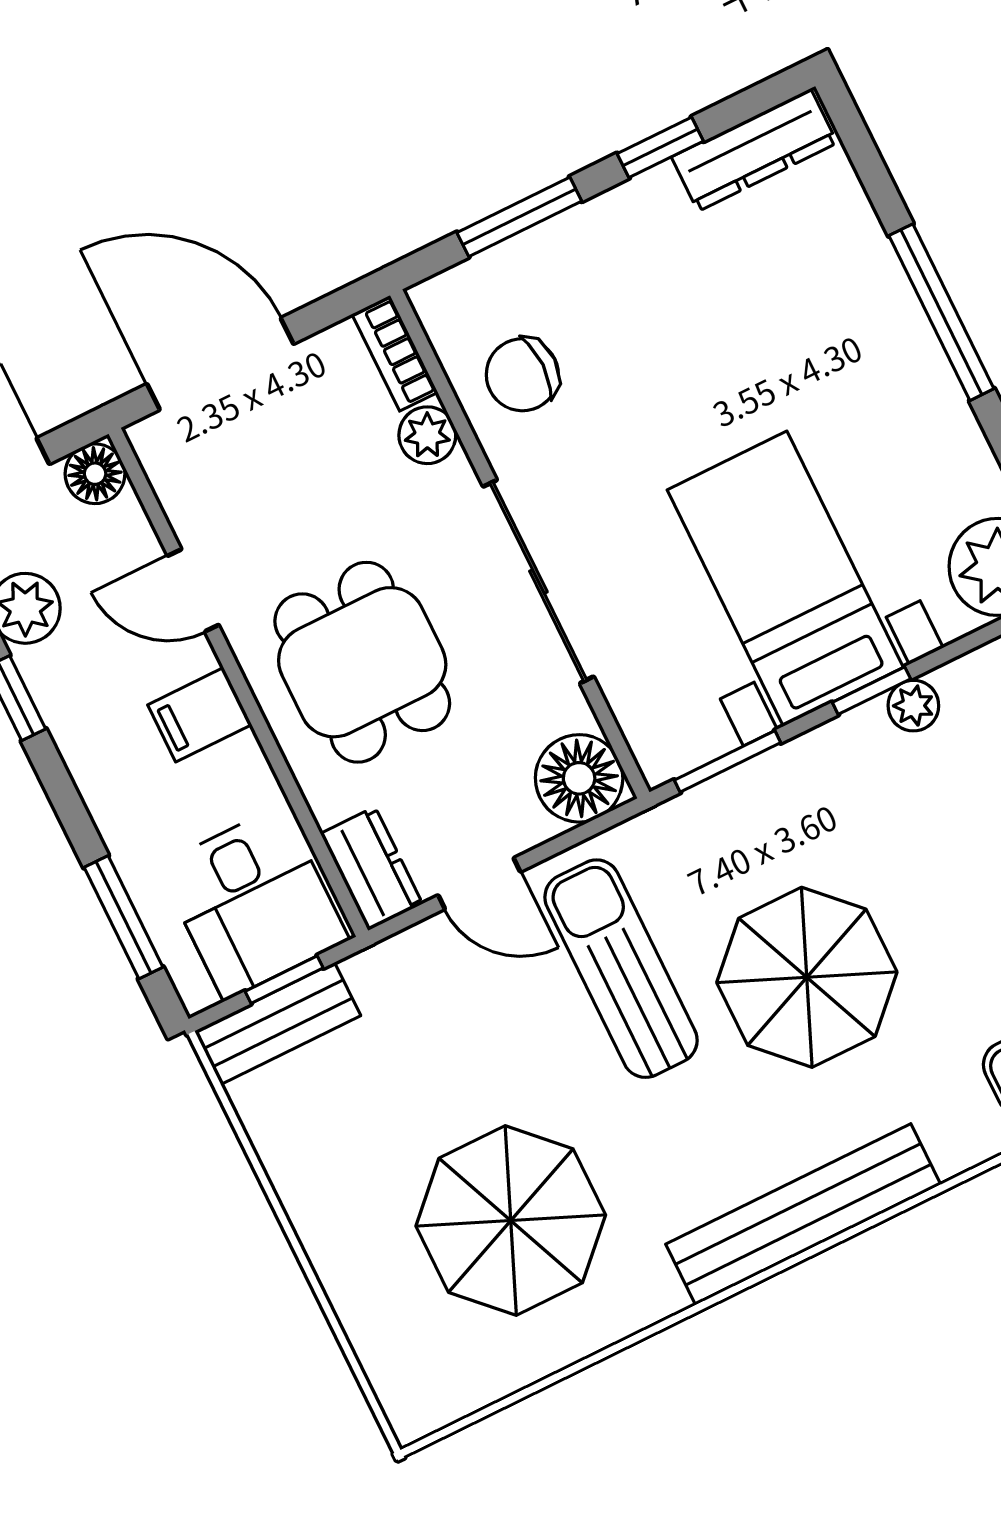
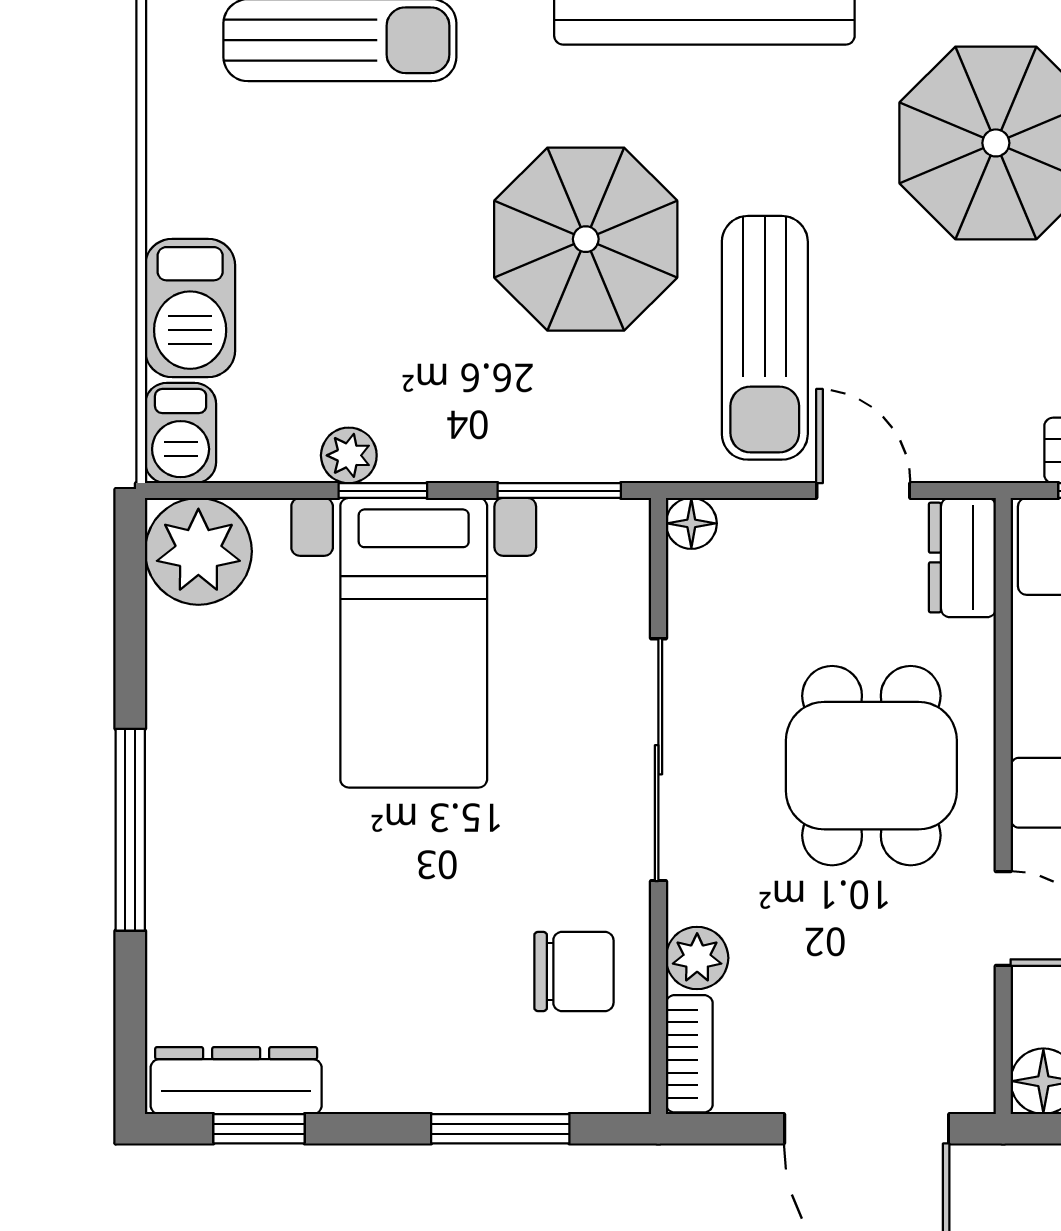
window: (660, 147) -> (259, 1129), moved
floor lamp: (579, 778) -> (691, 523), width x0.53, depth x0.53

